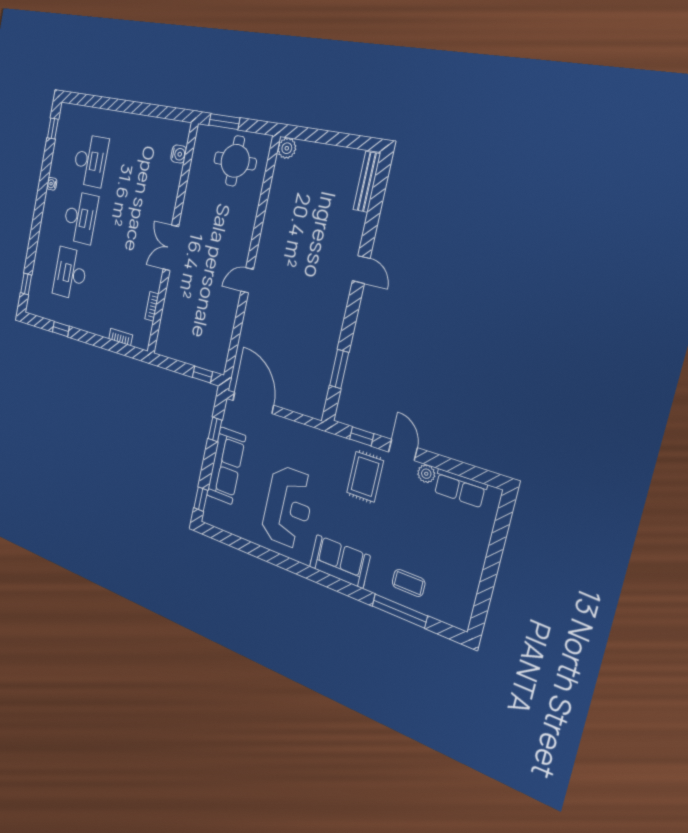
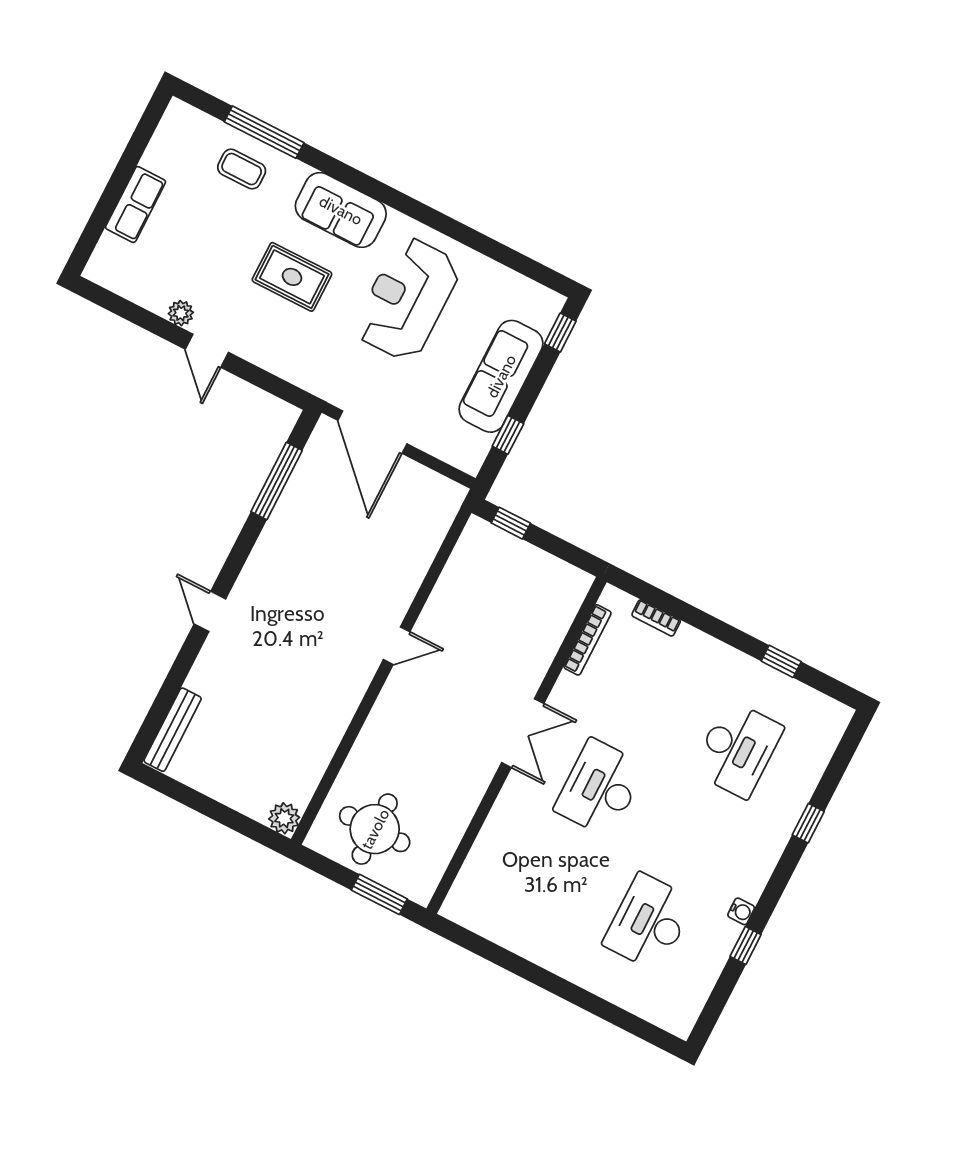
window: (53, 129) -> (746, 946), moved
water cooler: (179, 154) -> (473, 874), removed
desk: (80, 218) -> (600, 788), moved
window: (26, 284) -> (808, 823), moved
bookcase: (152, 306) -> (587, 640), width x1.56
window: (339, 369) -> (277, 481), width x1.44
door: (253, 403) -> (372, 432), moved
window: (362, 436) -> (264, 380), removed
rug: (365, 477) -> (292, 277), moved, turned 90
row of seats: (460, 488) -> (136, 205), moved, turned 90

